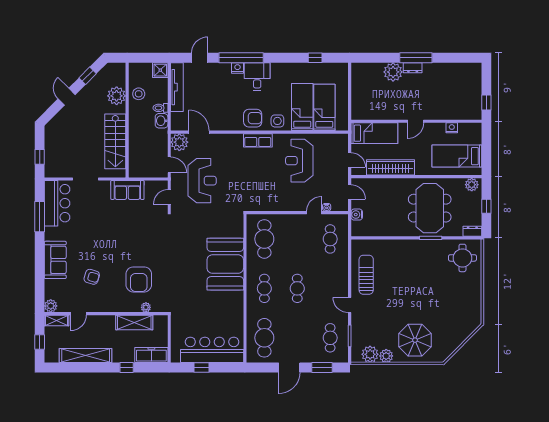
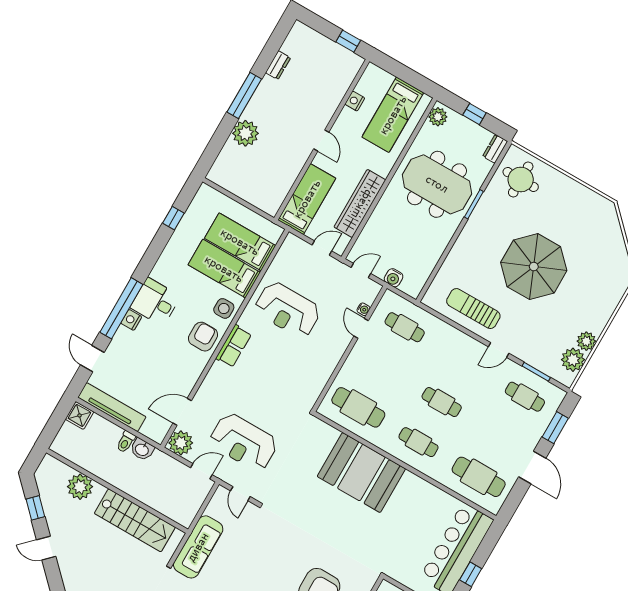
dresser: (413, 68) -> (278, 65), moved
stool: (139, 94) -> (93, 458), removed
reception desk: (202, 181) -> (244, 442), turned 180
sofa: (127, 190) -> (198, 547), width x1.36
parasol: (415, 340) -> (534, 267), moved, width x1.36, depth x1.36

